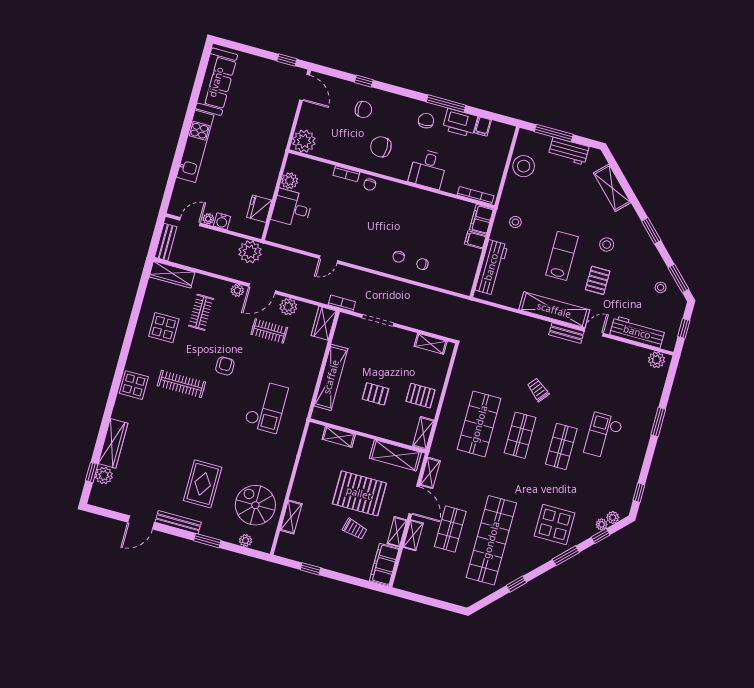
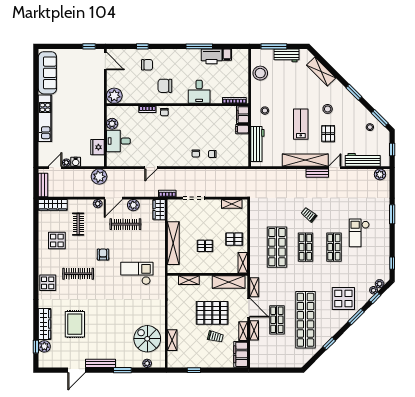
chair: (426, 121) -> (189, 61), removed
clothes rail: (269, 331) -> (125, 224), width x1.36
checkout: (266, 407) -> (137, 273), turned -90
rug: (203, 484) -> (75, 324), moved

